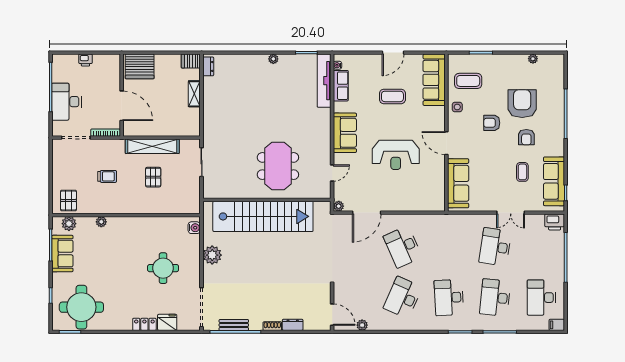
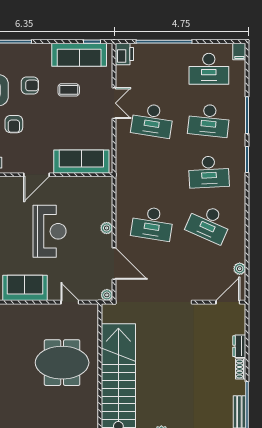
plant: (399, 206) -> (107, 228), added
desk: (403, 247) -> (152, 223), turned 33

